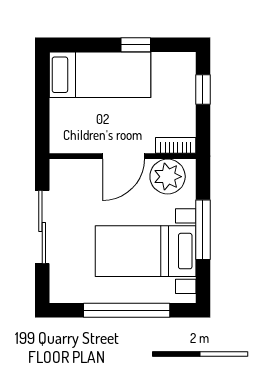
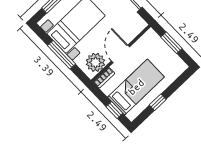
bed: (100, 75) -> (136, 87), moved, turned 180
window: (42, 106) -> (171, 43), added

